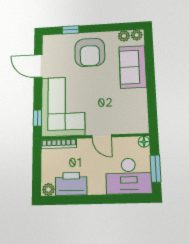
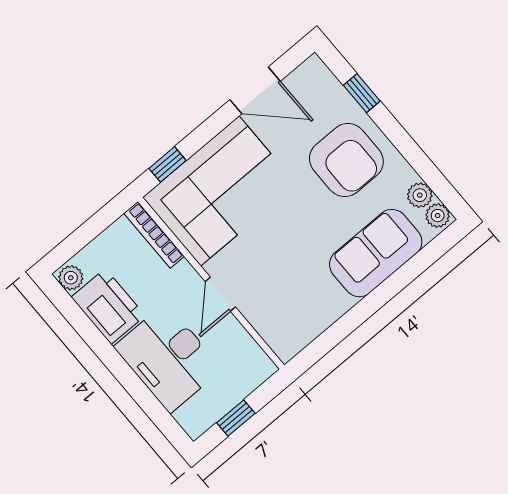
armchair: (90, 52) -> (346, 160), turned -90
door: (38, 66) -> (255, 90), swing flipped
floor lamp: (144, 142) -> (264, 368), removed
window: (156, 169) -> (236, 418), width x0.67
desk: (129, 176) -> (168, 358), moved

